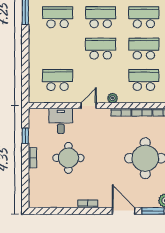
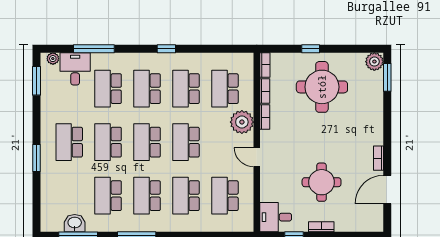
school desk: (58, 49) -> (186, 196), added
plant: (113, 98) -> (242, 122), width x1.87, depth x1.87
desk: (61, 121) -> (276, 217), moved
door: (124, 211) -> (387, 190), moved

